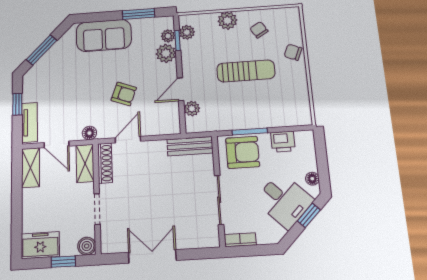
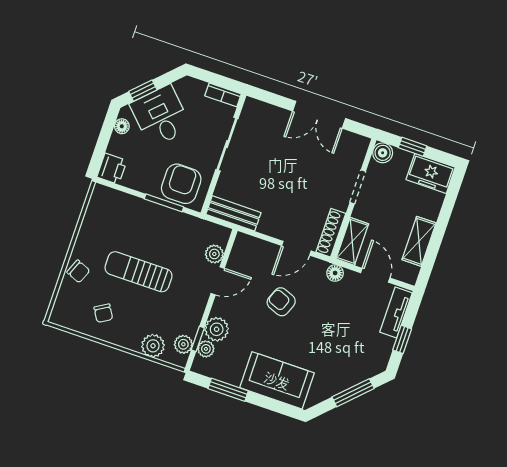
plant: (227, 21) -> (153, 346), moved
printer: (283, 142) -> (112, 169), moved, turned 90
armchair: (243, 152) -> (181, 184), turned 90
shelving: (30, 168) -> (419, 241), moved

